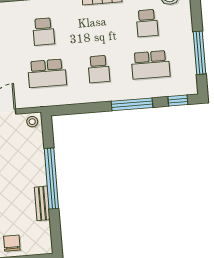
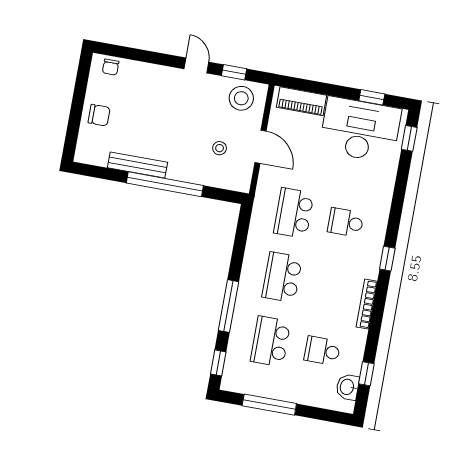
school desk: (99, 69) -> (282, 277), width x1.85
stool: (32, 122) -> (220, 148), moved
bench: (42, 203) -> (138, 165), width x1.36

